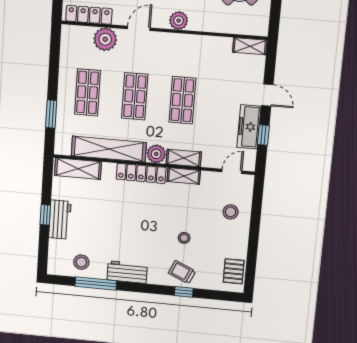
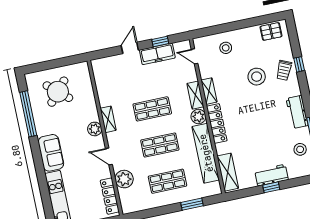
shelving: (250, 46) -> (108, 119), moved
stool: (184, 238) -> (257, 77), width x1.89, depth x1.89

